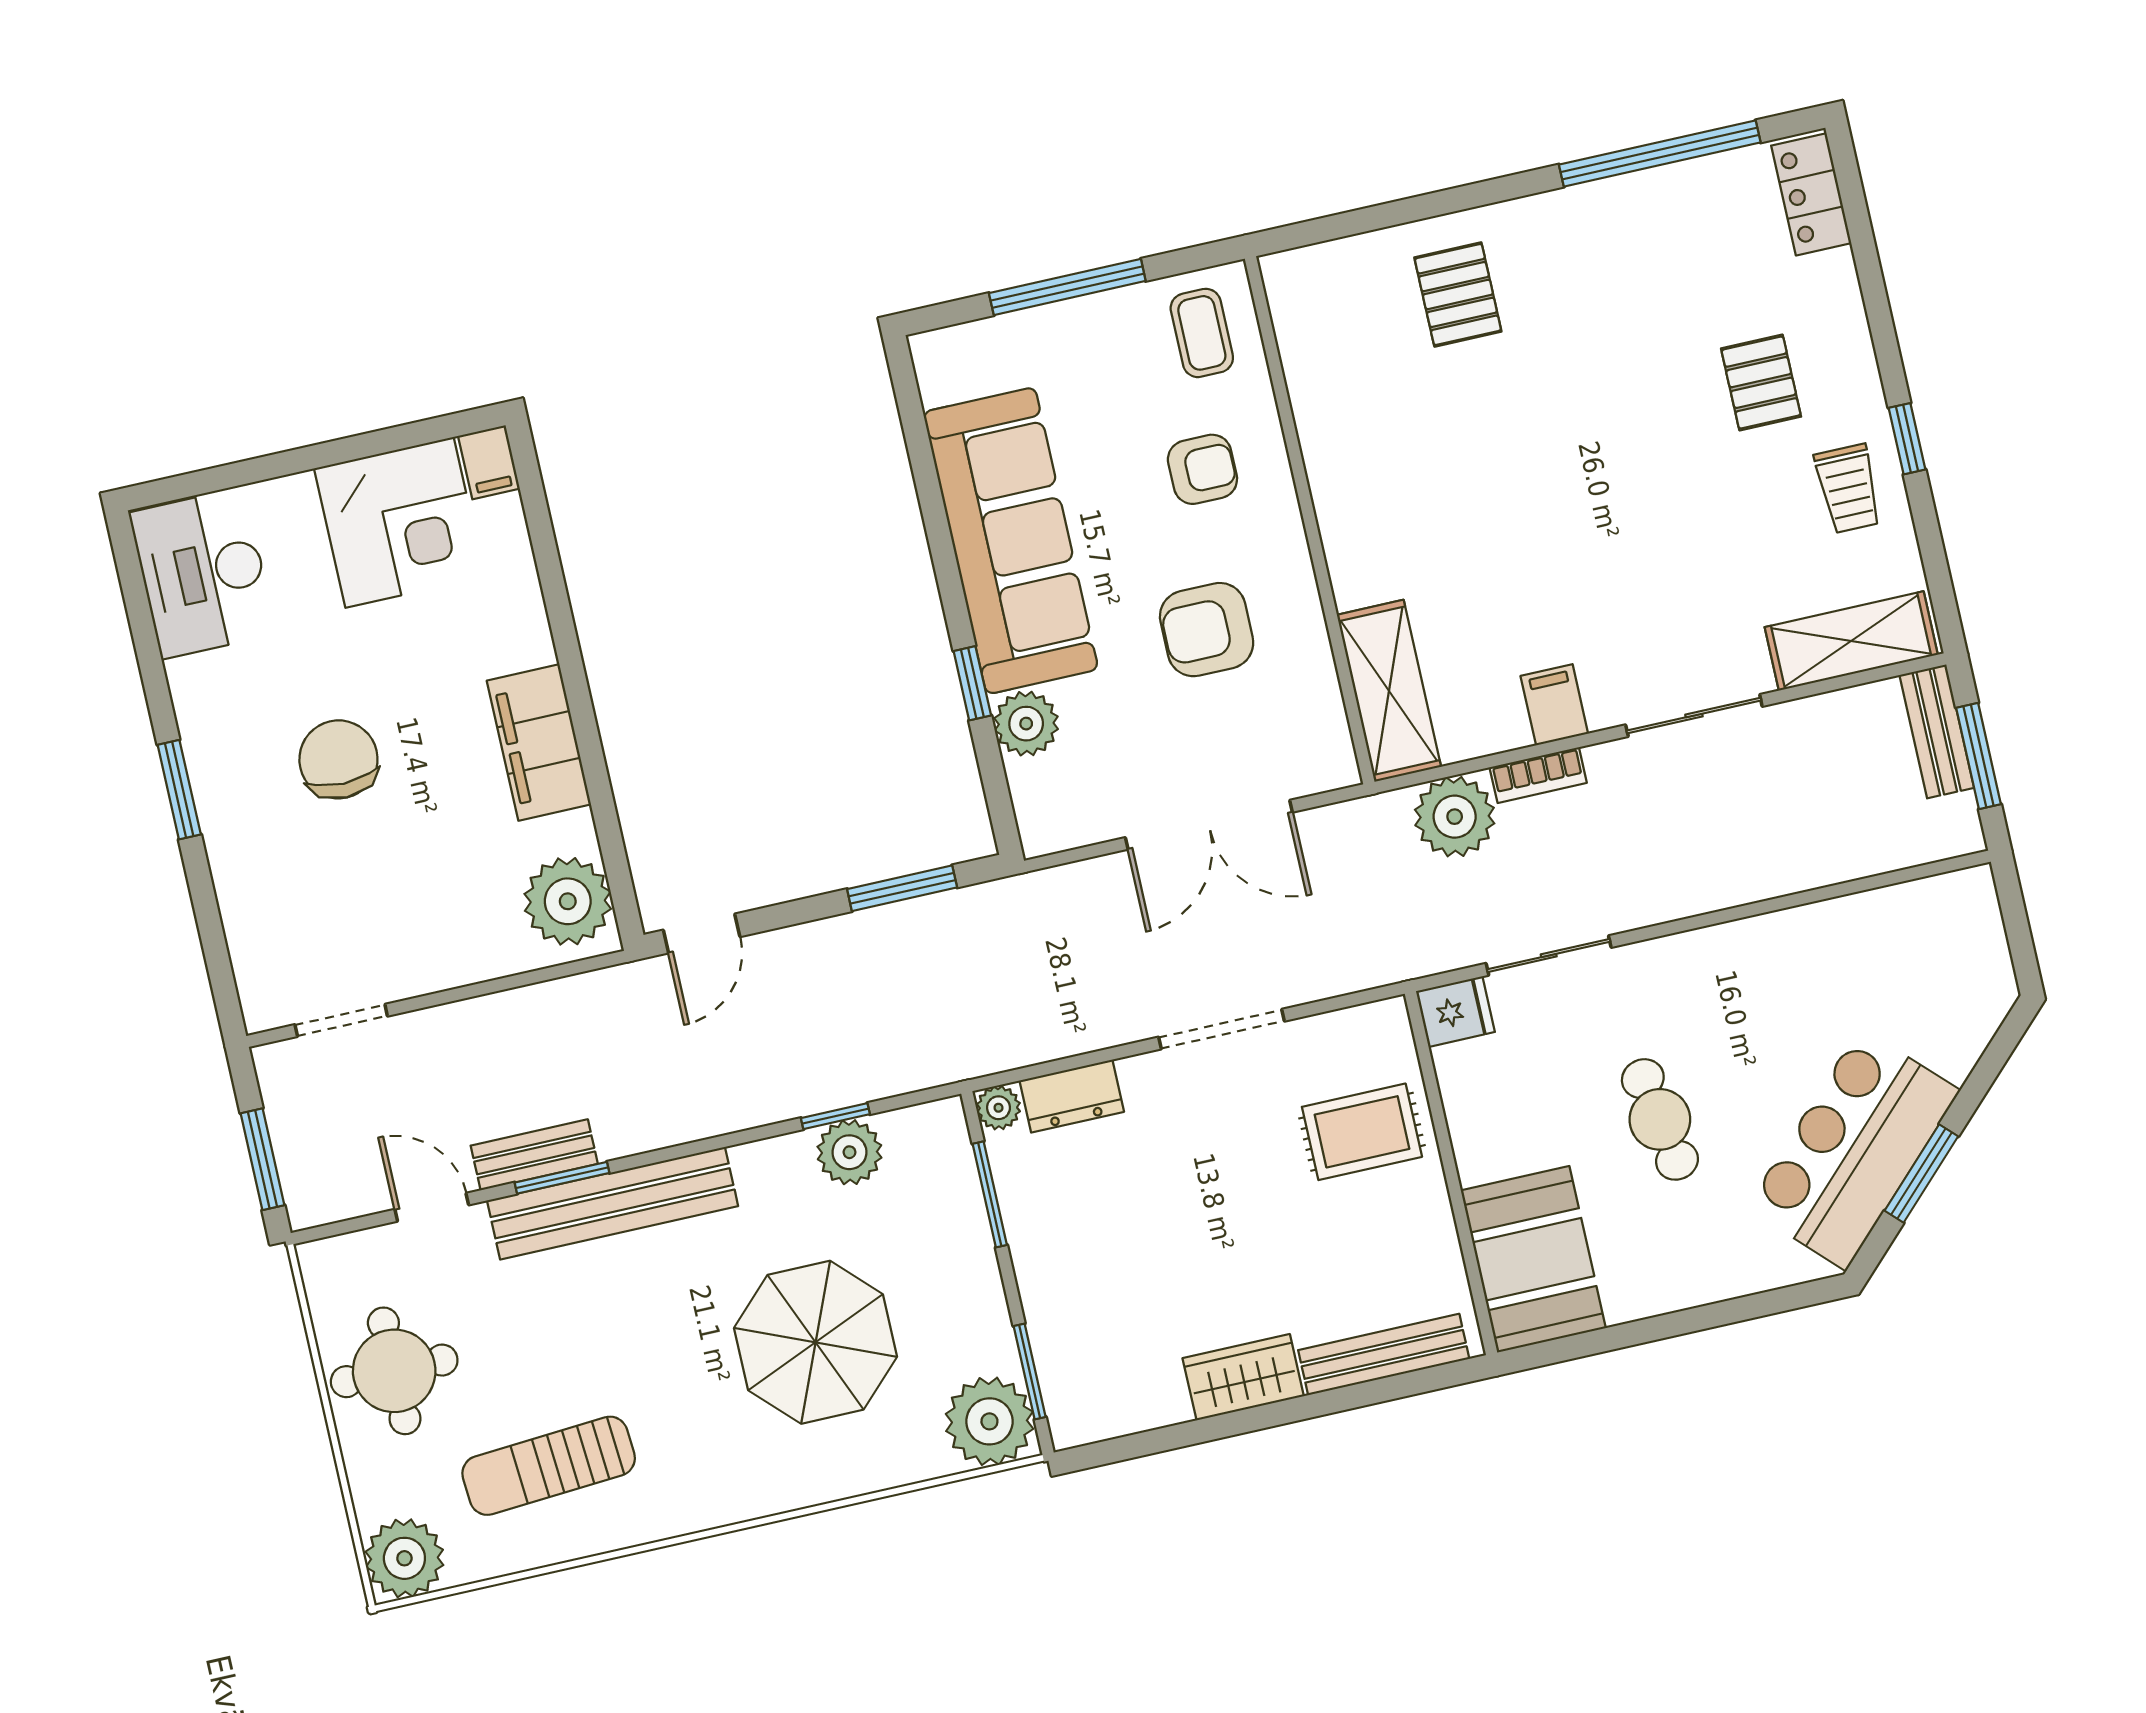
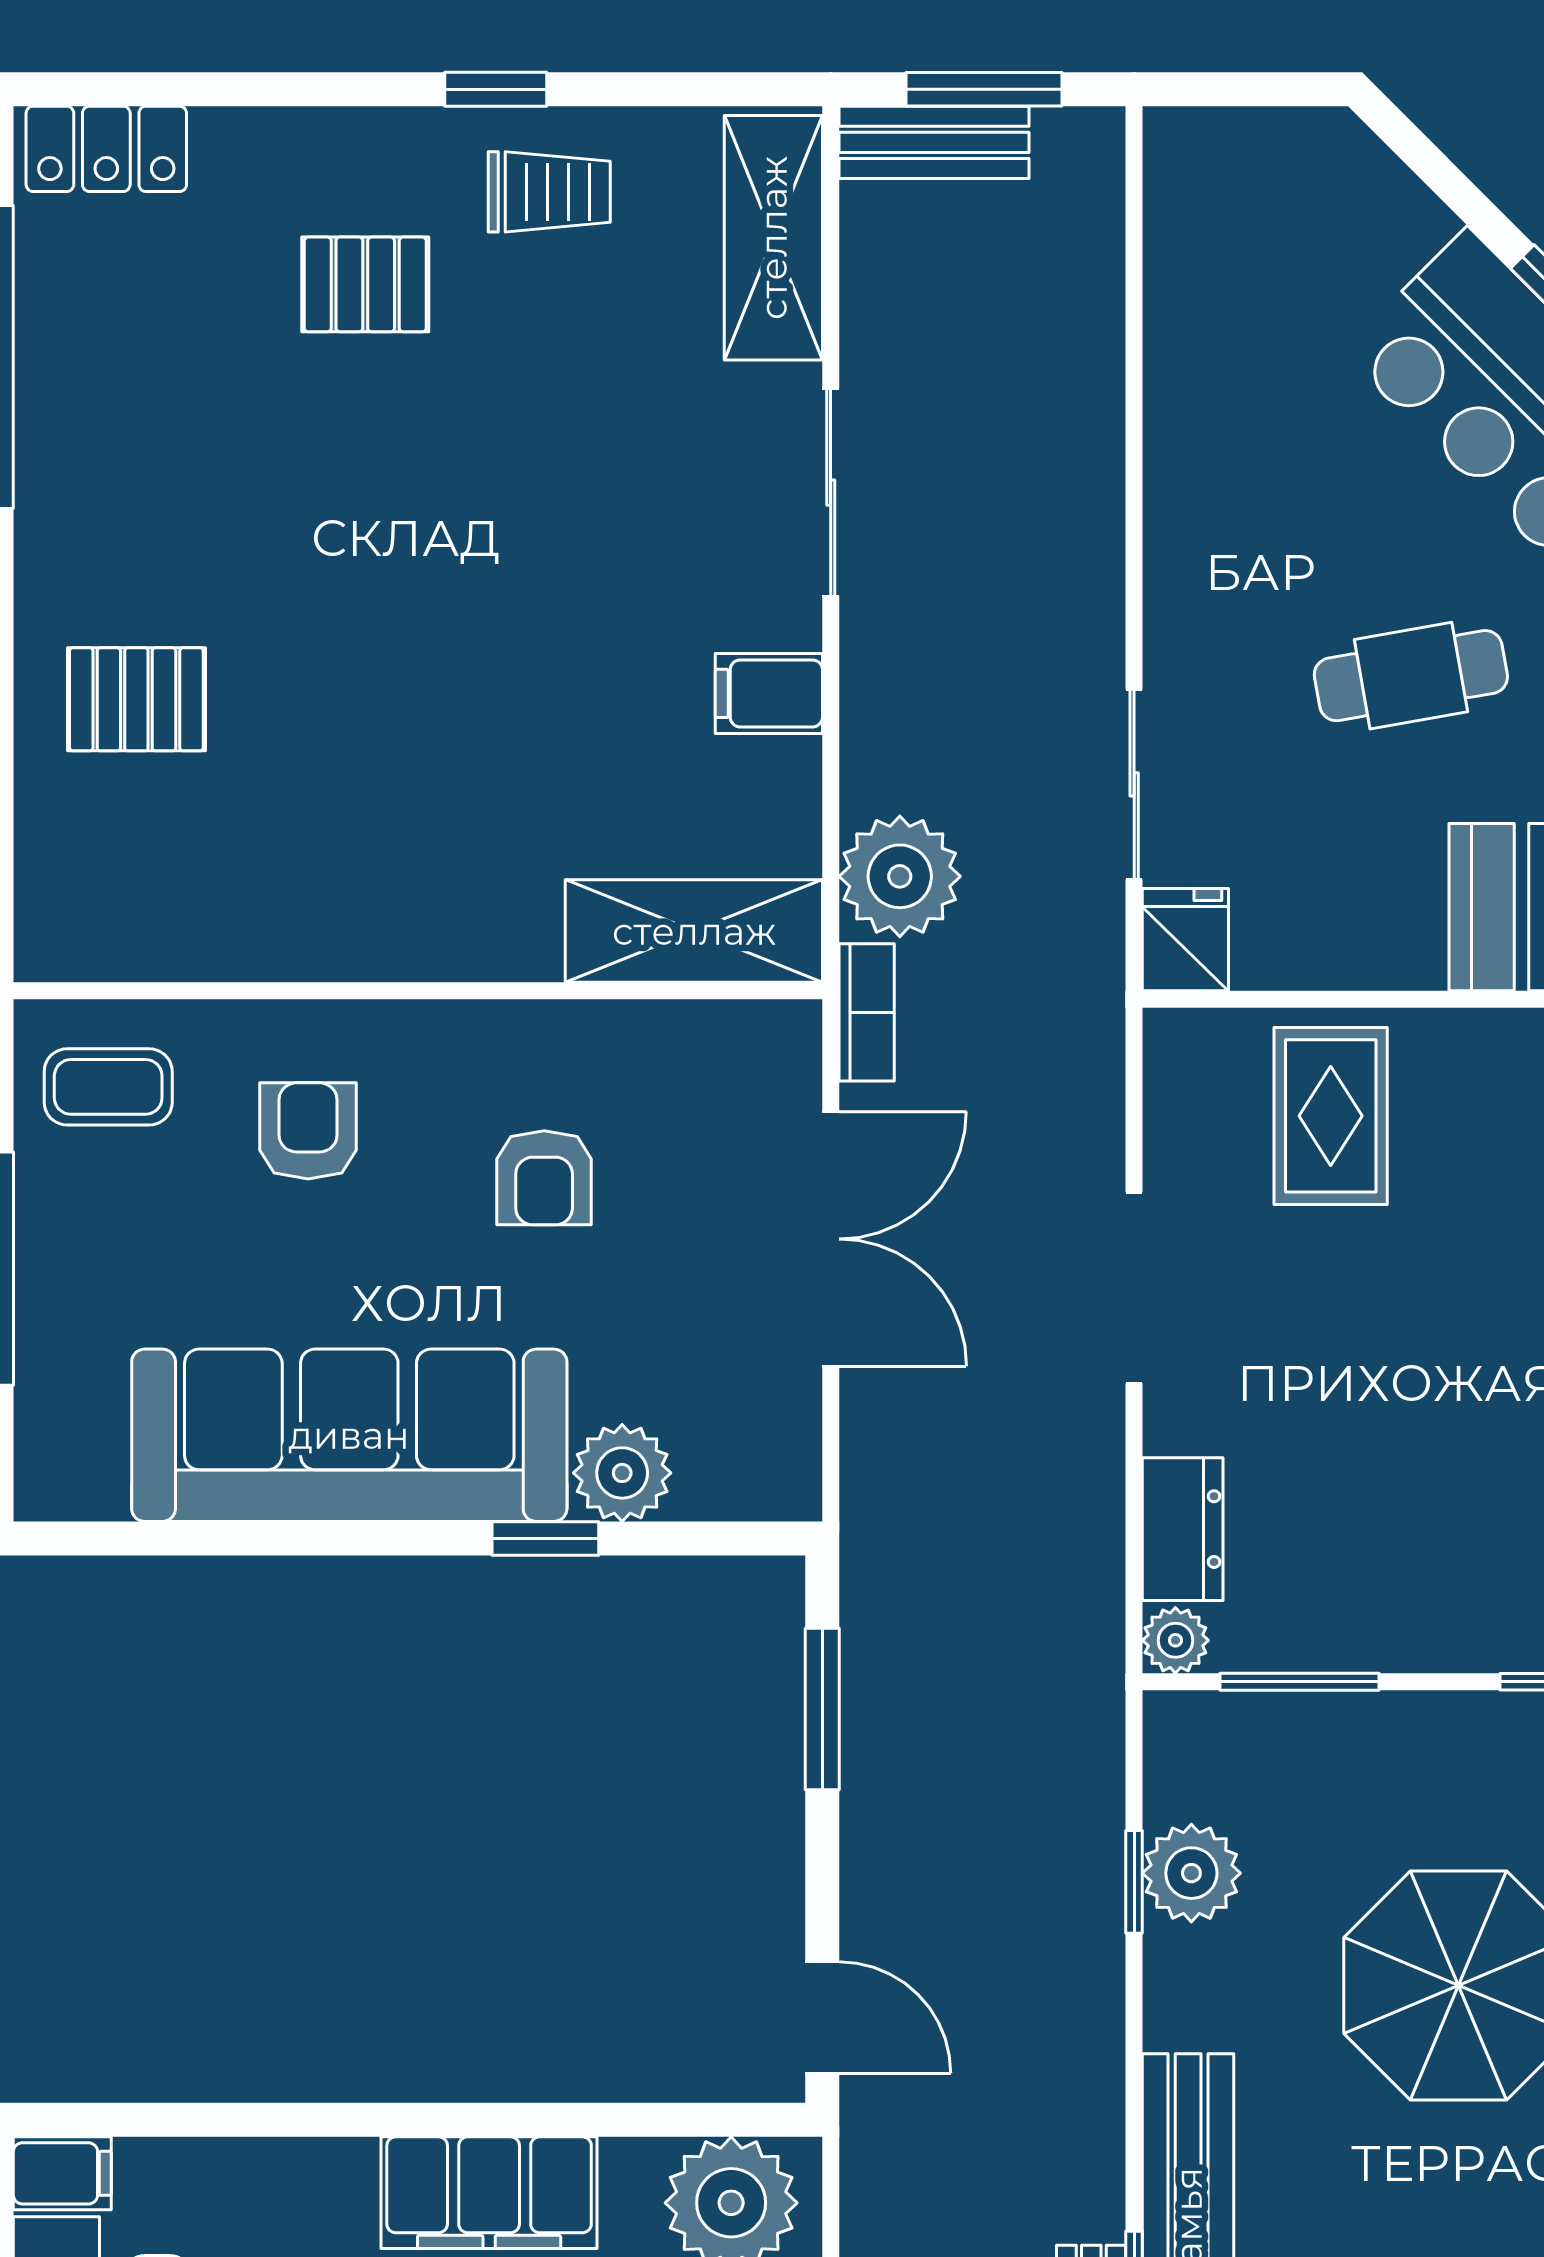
armchair: (1207, 630) -> (544, 1178), width x0.72, depth x0.72
bookcase: (1538, 775) -> (867, 1012), moved

